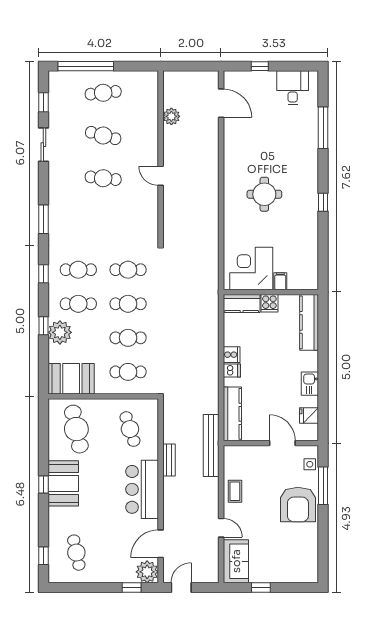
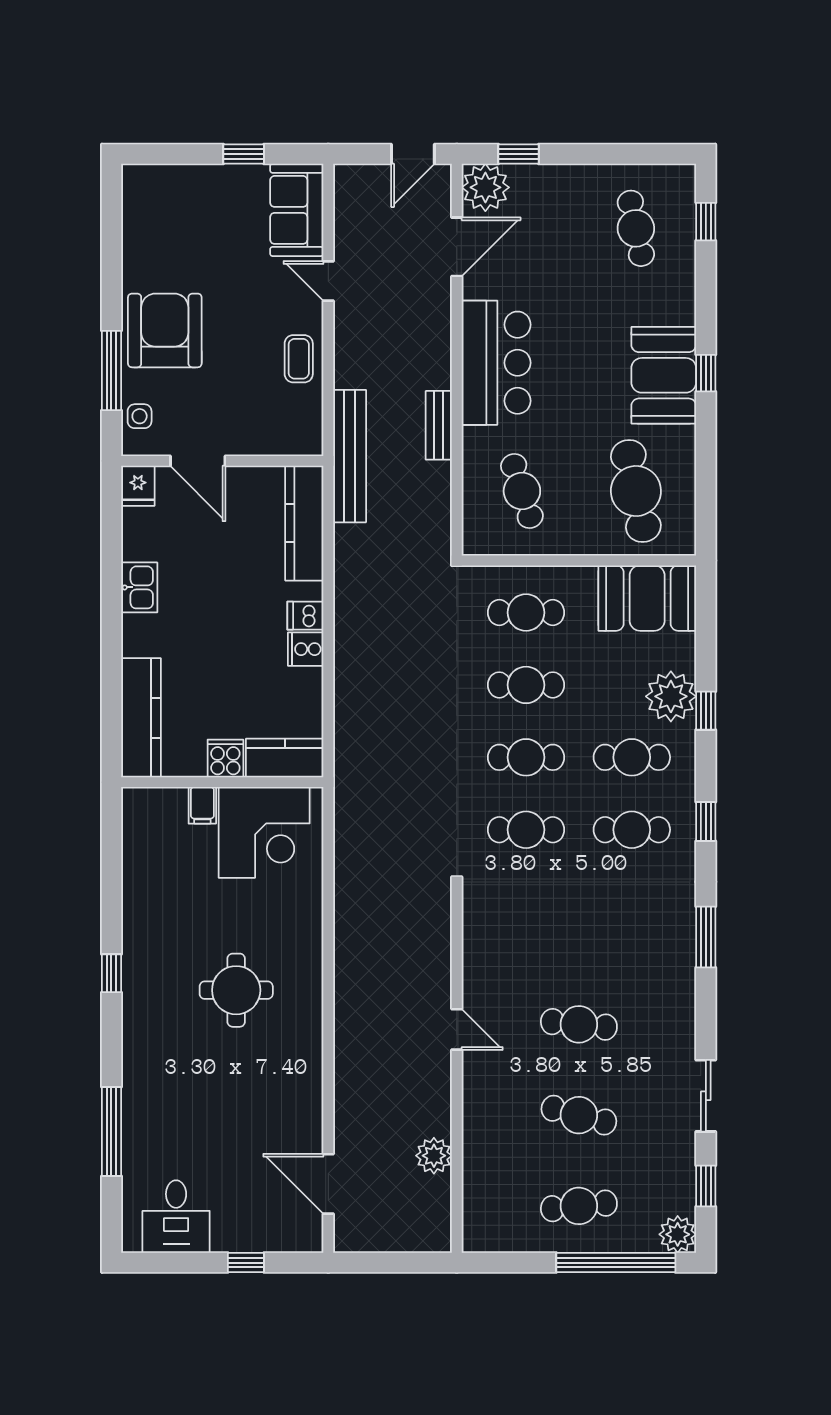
plant: (57, 79) -> (678, 1234), added
fridge: (309, 416) -> (138, 486), moved, turned 90

